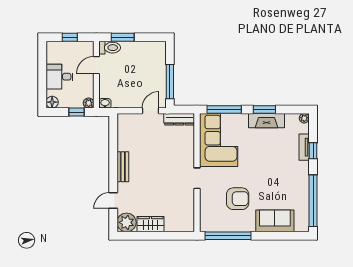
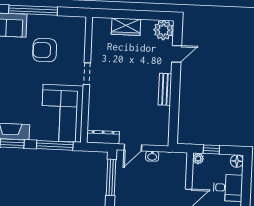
washbasin: (105, 103) -> (152, 156), moved
wardrobe: (150, 224) -> (126, 27), moved
window: (228, 236) -> (33, 10), moved

